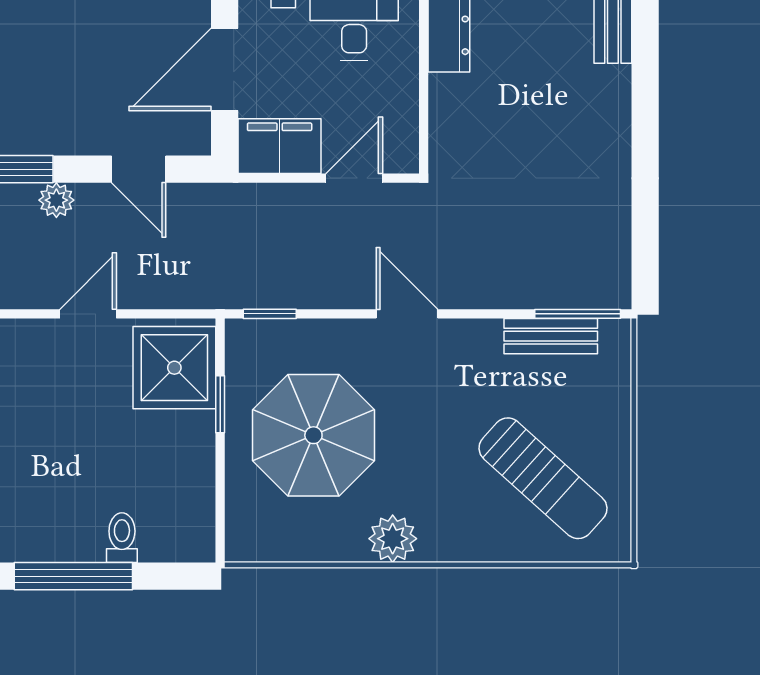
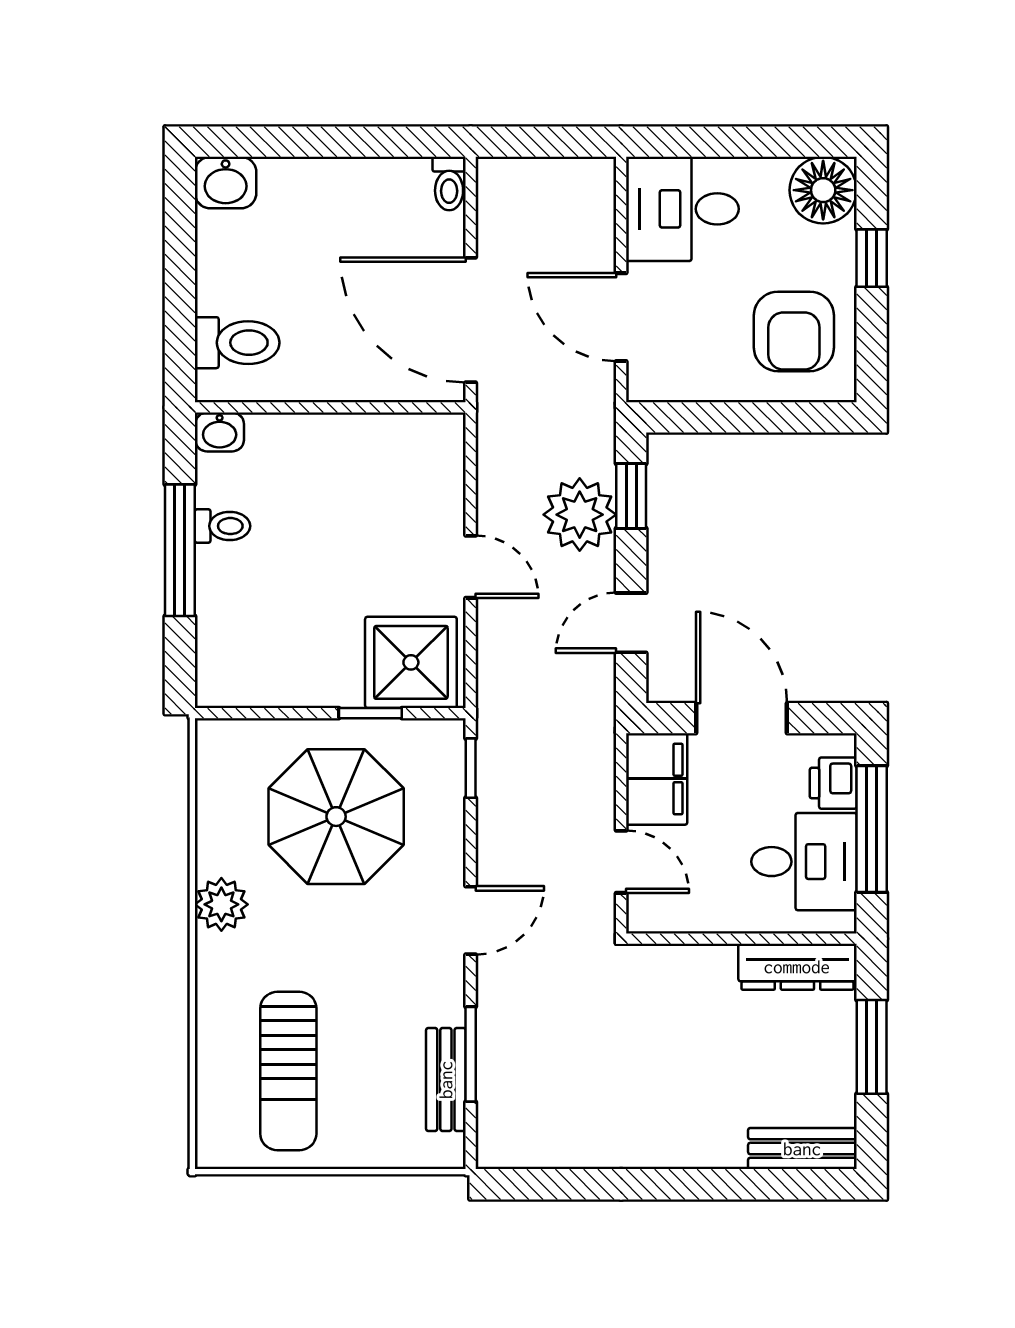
plant: (56, 200) -> (580, 515), width x1.88, depth x1.88
window: (578, 314) -> (471, 1054), moved
sun lounger: (543, 478) -> (288, 1071), turned -42
toilet: (122, 538) -> (223, 526), moved

